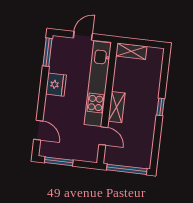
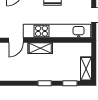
shelving: (131, 51) -> (86, 69), moved
window: (164, 75) -> (70, 83), added

